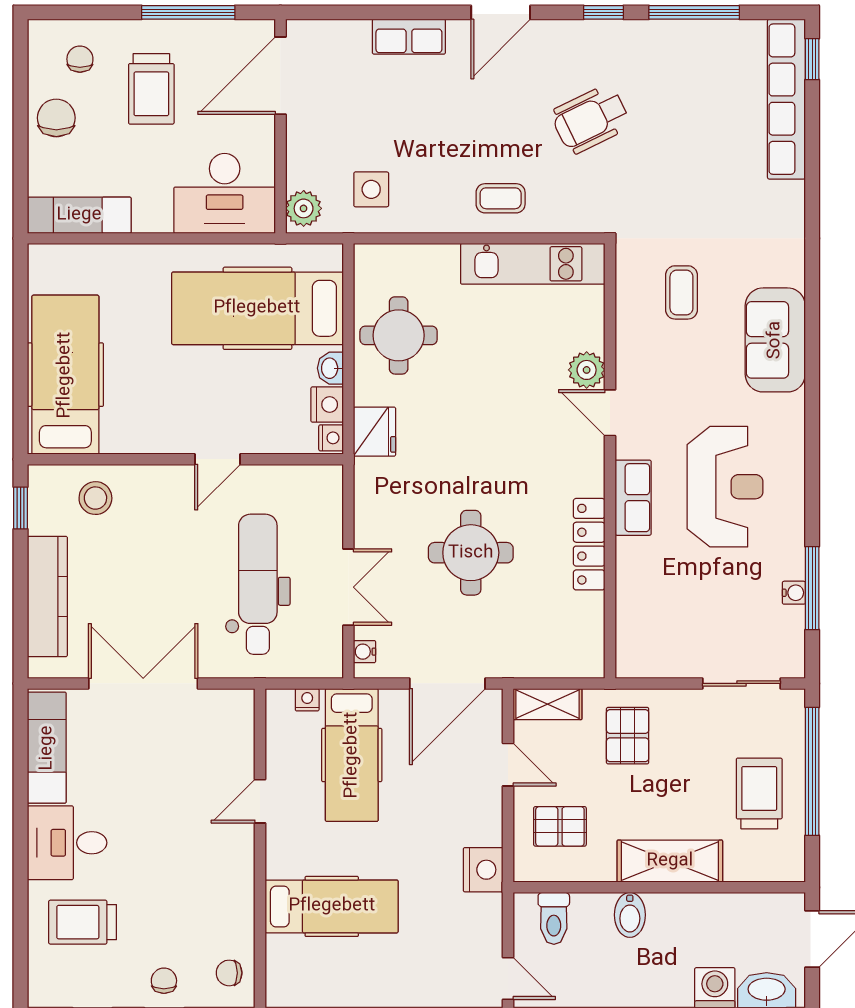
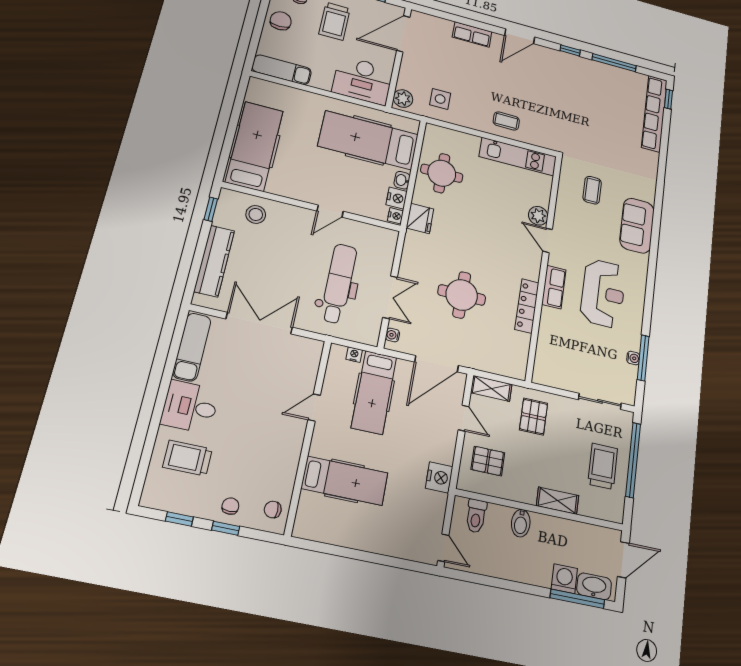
wheelchair: (591, 119) -> (557, 97), removed
shelving: (670, 861) -> (558, 501), width x0.67, depth x0.75

